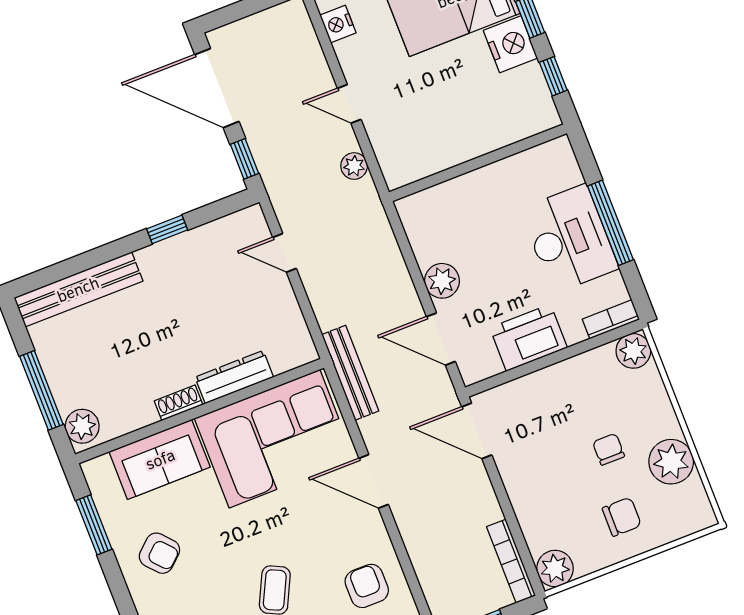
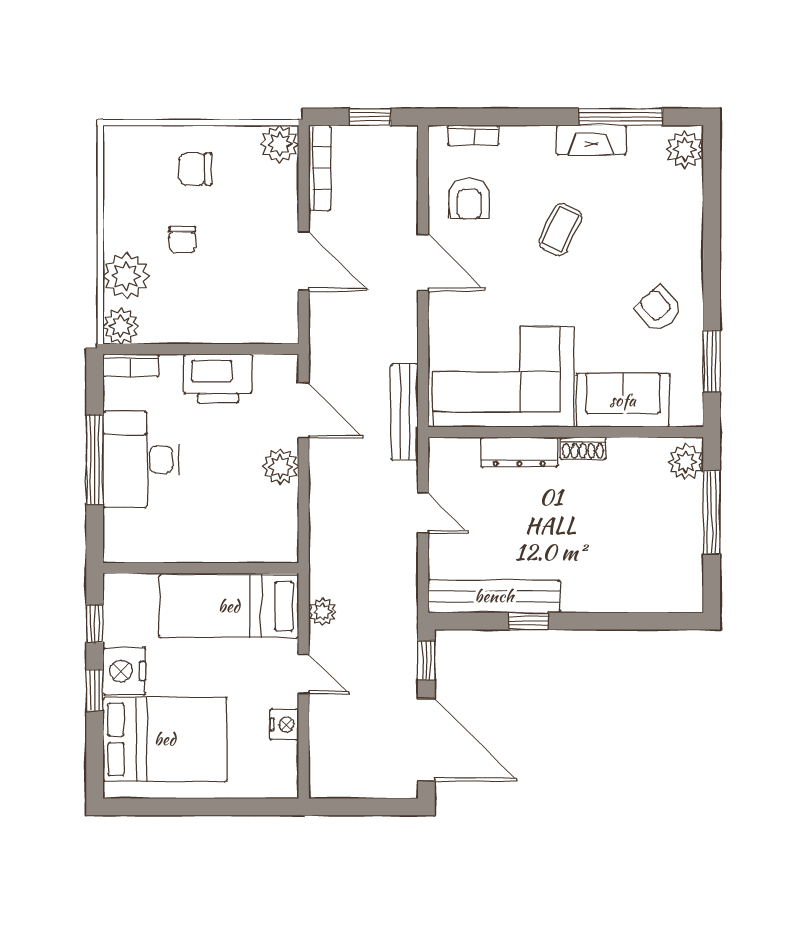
nightstand: (338, 24) -> (284, 724), moved
bed: (440, 139) -> (229, 606), added
door: (285, 253) -> (423, 513), moved
bench: (78, 289) -> (494, 596), moved
door: (477, 431) -> (304, 261), moved
plant: (671, 462) -> (126, 276), moved
door: (374, 481) -> (423, 263), moved

